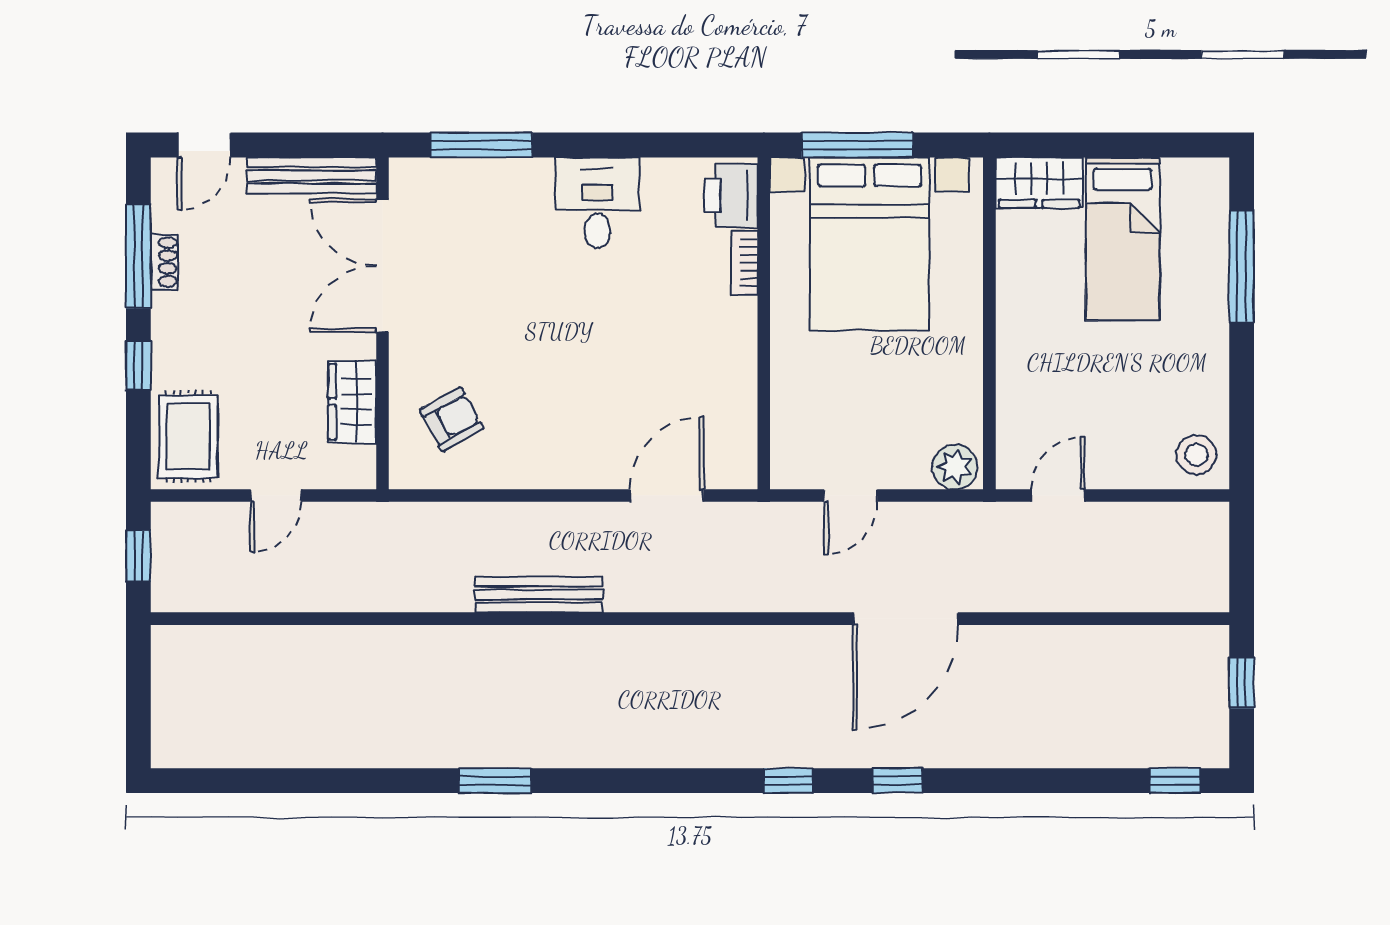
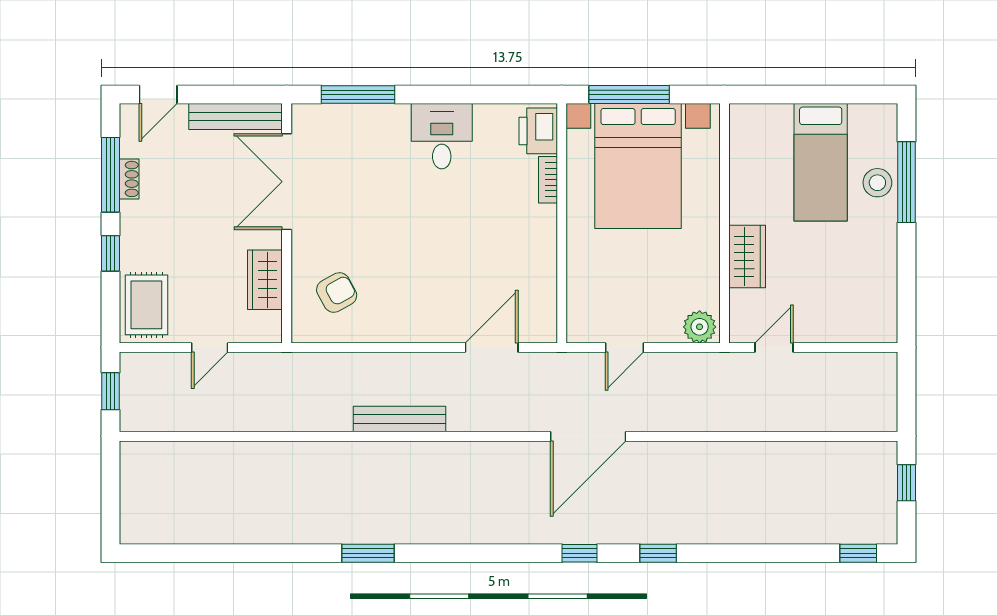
wardrobe: (1039, 183) -> (747, 256), moved, turned -90
stool: (1196, 455) -> (877, 183), moved
door: (906, 619) -> (588, 436), moved

